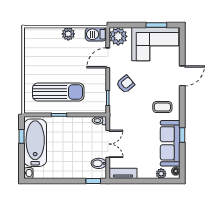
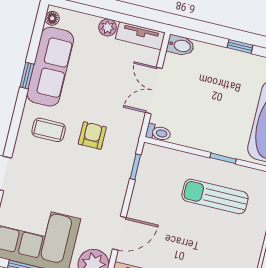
armchair: (125, 84) -> (92, 136), moved, turned 130
sun lounger: (58, 92) -> (215, 196), width x0.73, depth x0.75
bidet: (99, 163) -> (181, 45), moved
plant: (161, 174) -> (108, 27), moved
window: (93, 181) -> (240, 46), moved

